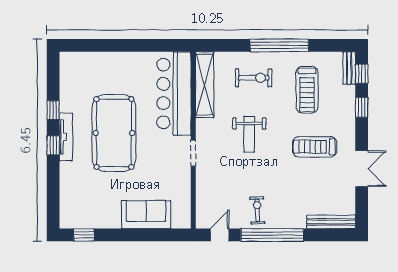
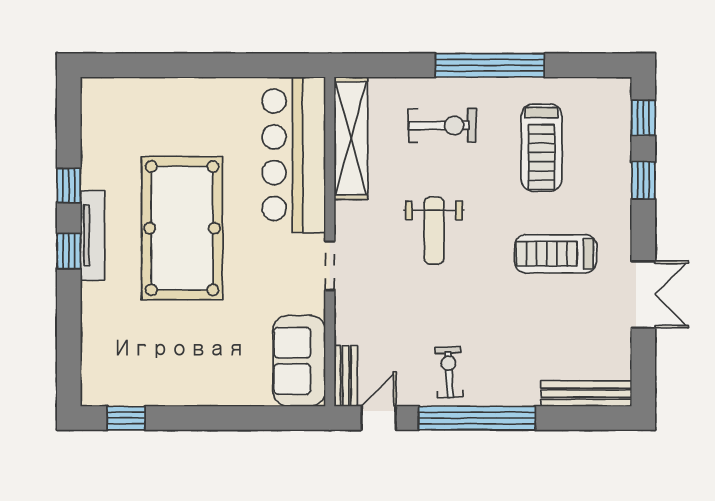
bench: (349, 68) -> (346, 376), moved
sofa: (146, 215) -> (299, 361), moved, turned -90

